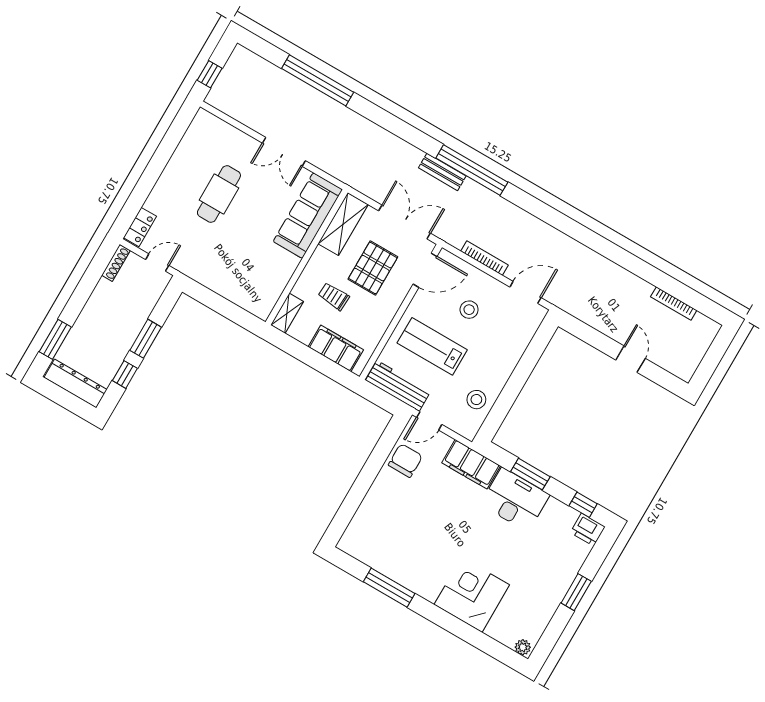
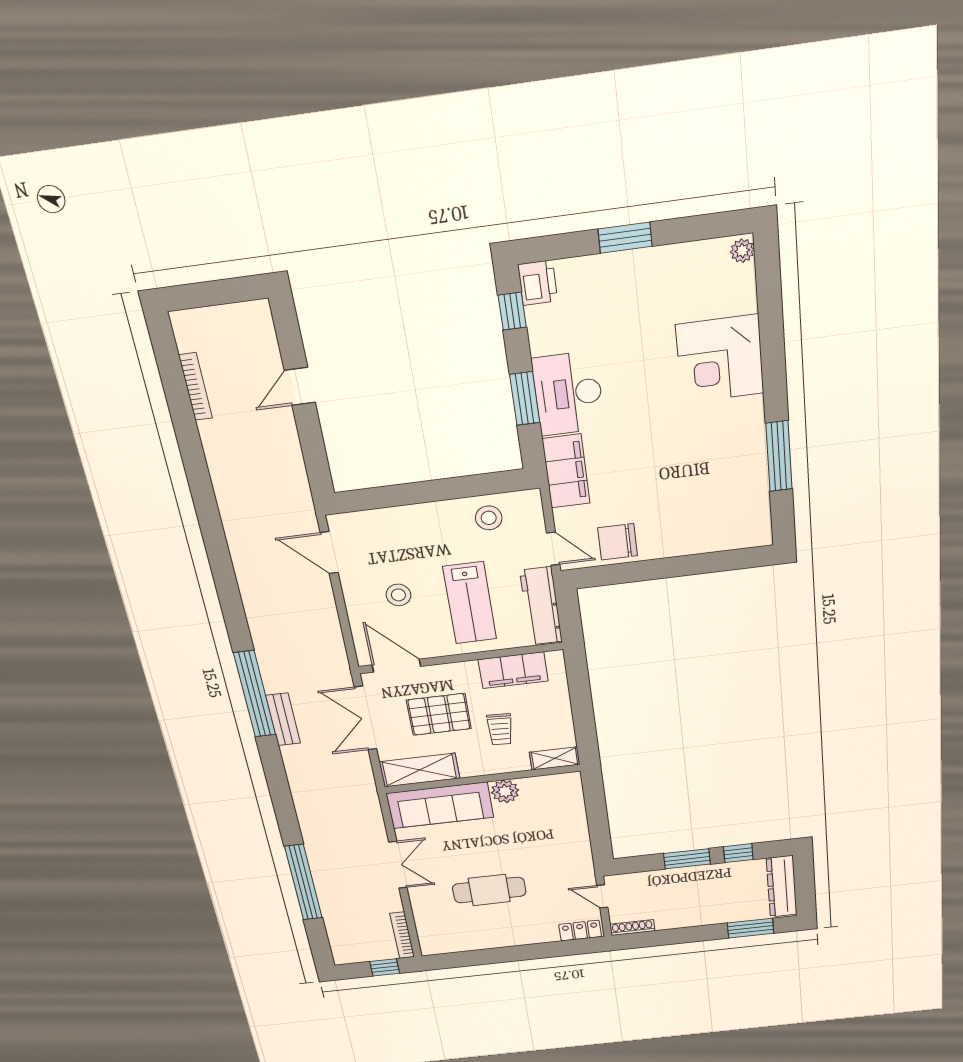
bookcase: (485, 258) -> (402, 935), moved
plant: (287, 264) -> (505, 791), added
filing cabinet: (336, 348) -> (513, 670), moved, turned -90

